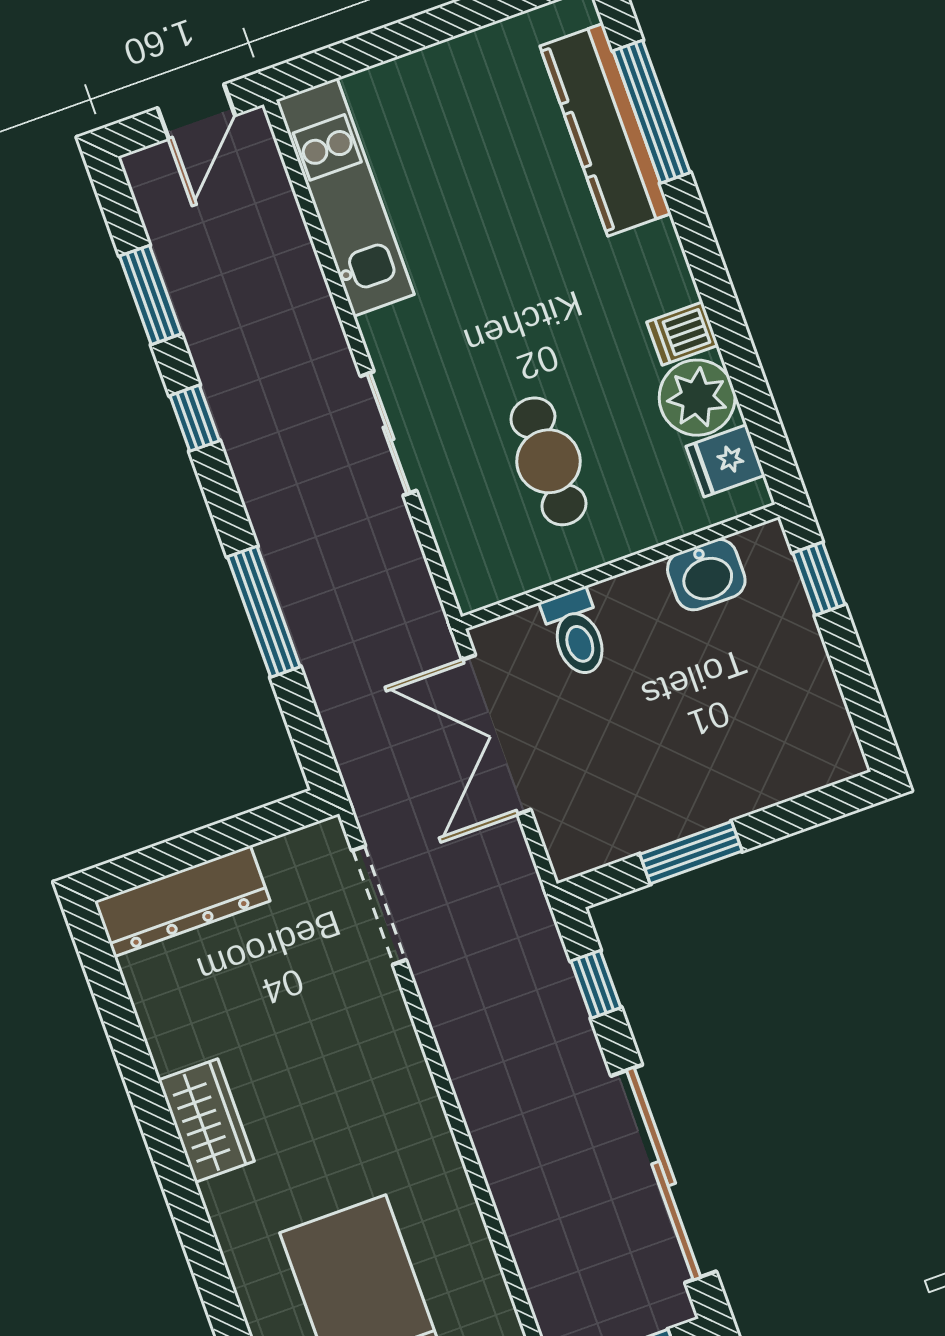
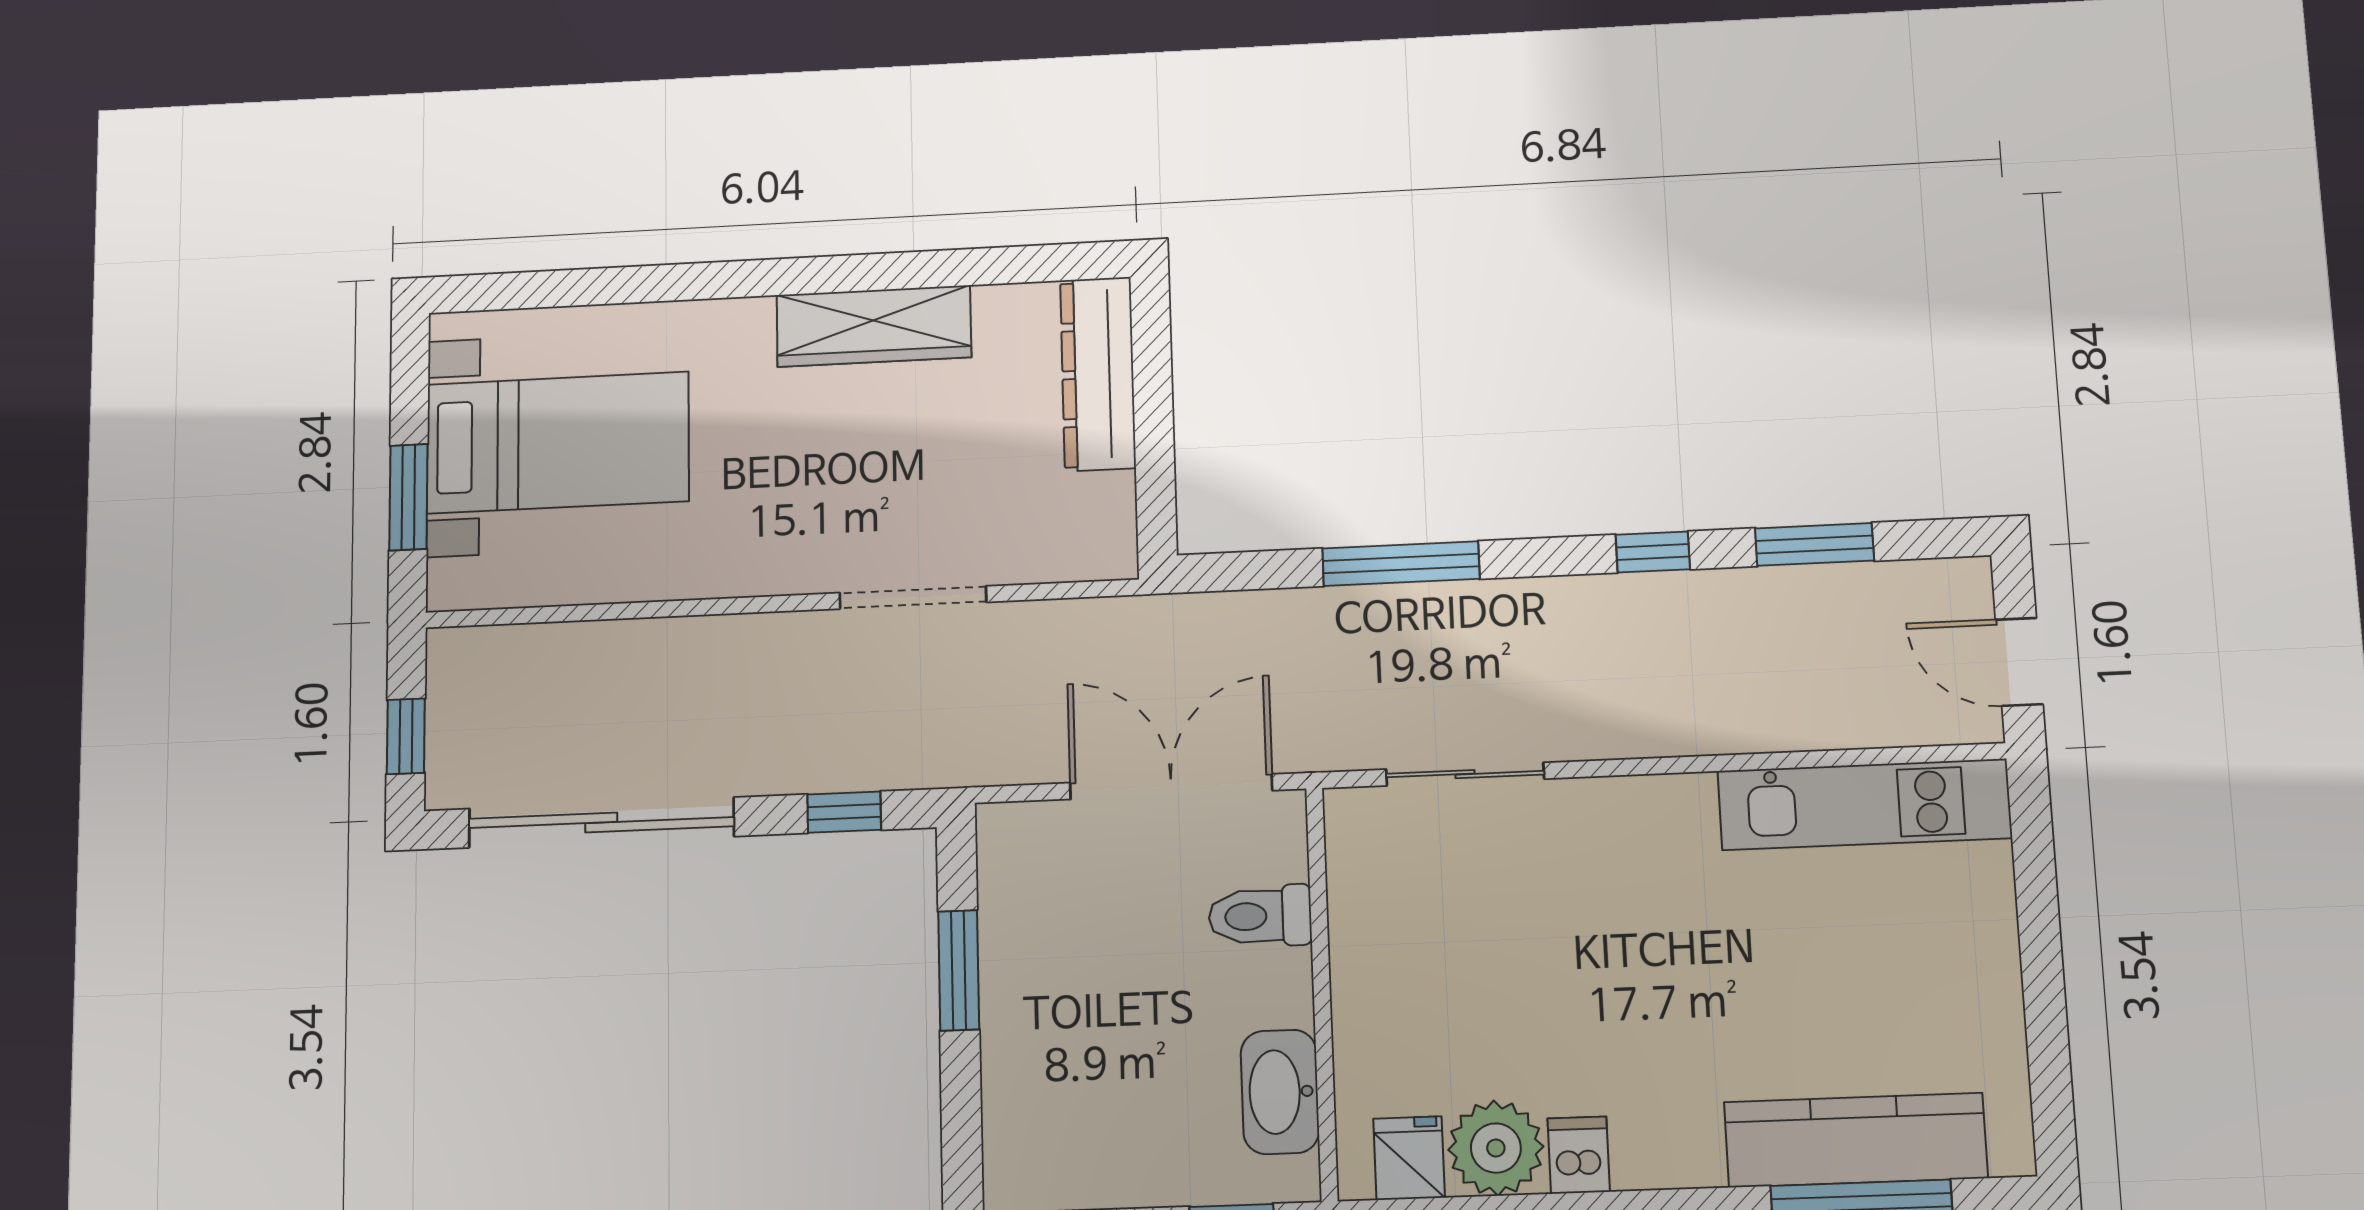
sliding door: (389, 433) -> (1465, 774), moved
cafe table: (548, 461) -> (1474, 947), removed
washbasin: (706, 575) -> (1280, 1092), width x1.38
doorway: (379, 905) -> (913, 597), moved
wardrobe: (206, 1121) -> (874, 326), width x1.50

